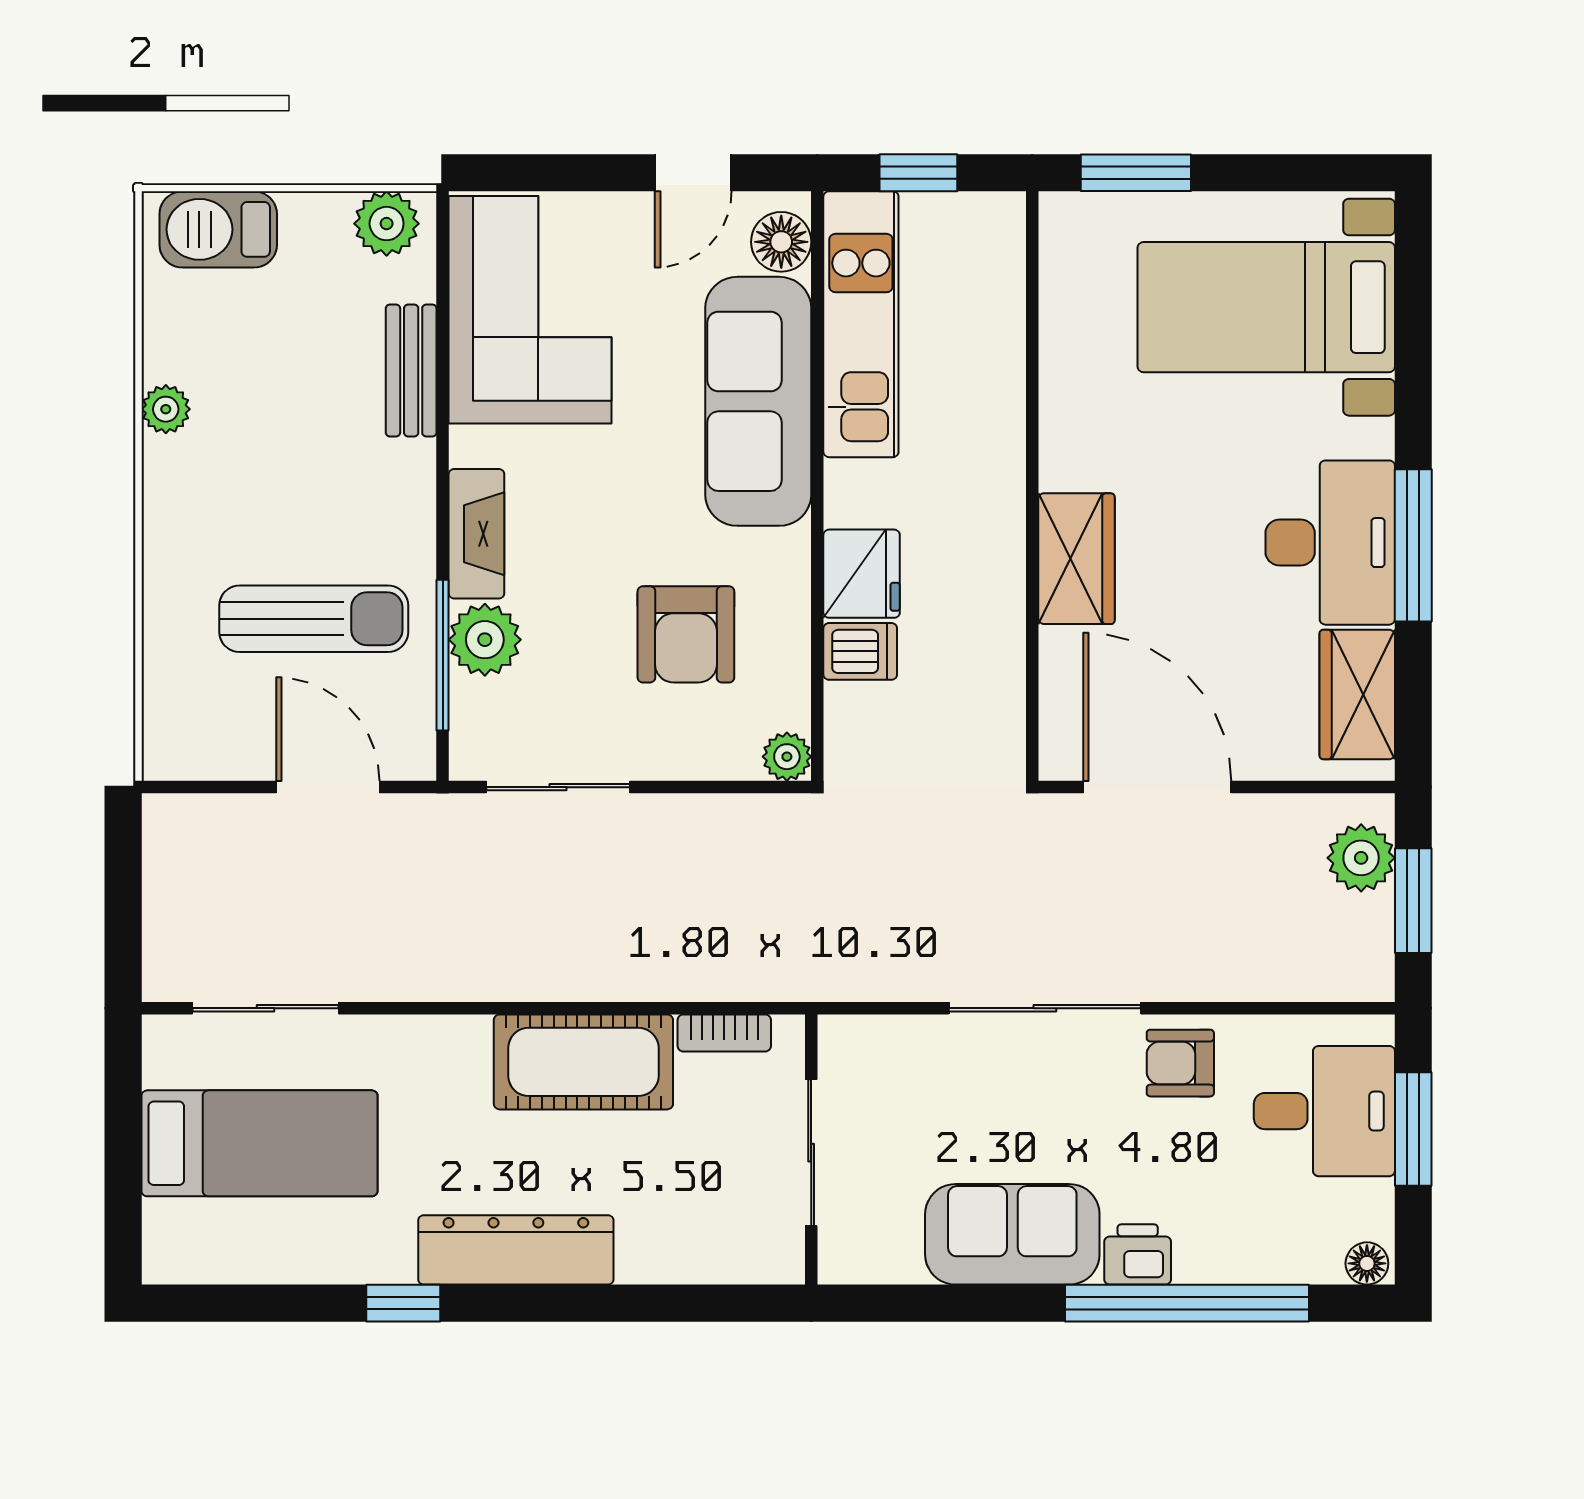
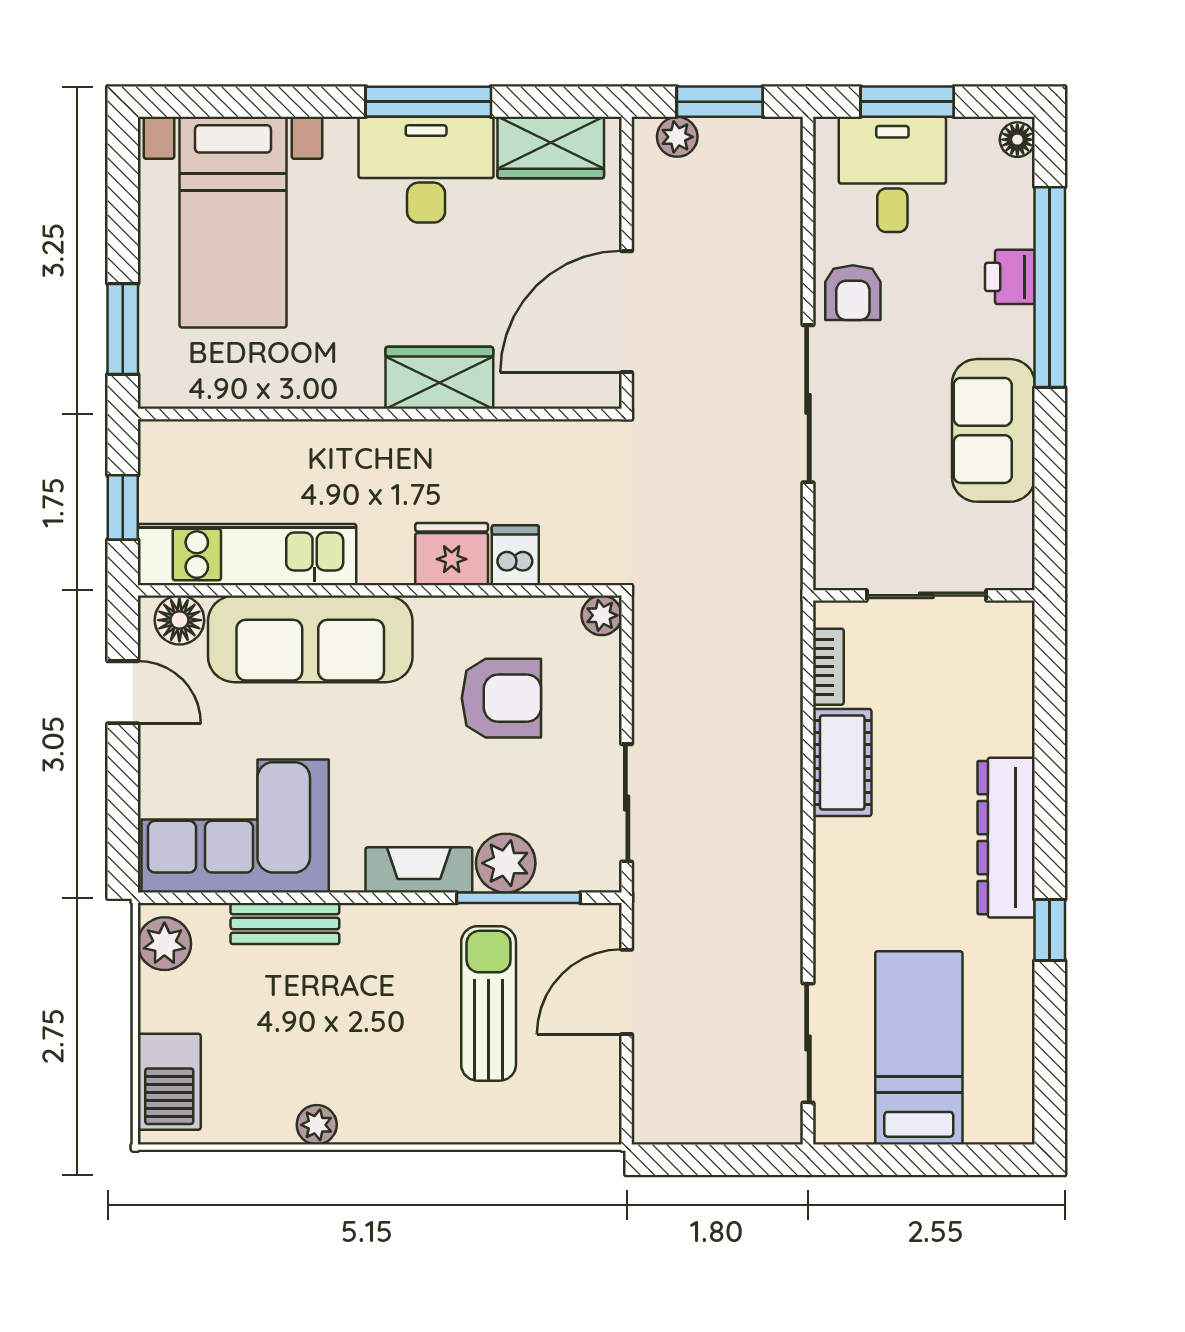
plant: (1361, 858) -> (677, 137), width x0.73, depth x0.73
cot: (583, 1062) -> (842, 762), width x0.73, depth x0.75
printer: (1138, 1254) -> (1010, 277), moved

